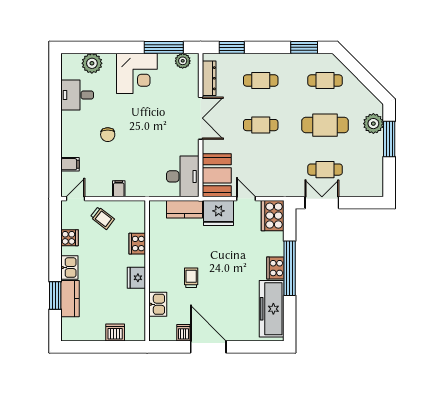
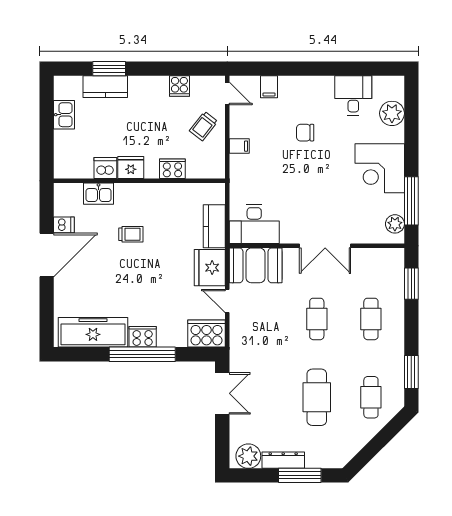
dresser: (209, 78) -> (283, 460), moved, turned 180
plant: (373, 124) -> (248, 456), moved
cafe table: (325, 170) -> (263, 397), removed
door: (246, 199) -> (227, 301), swing flipped
kitchen sink: (69, 268) -> (64, 115), moved, turned -90
dishwasher: (115, 332) -> (105, 168), moved, turned -90

